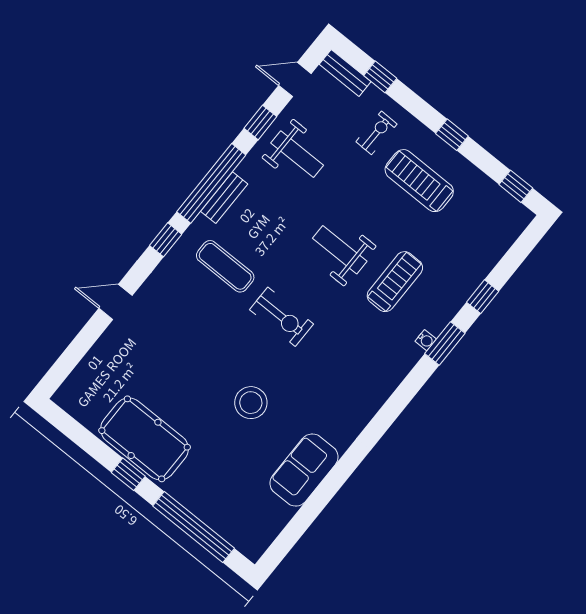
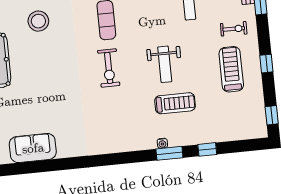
weight bench: (340, 250) -> (165, 64), turned 180
stool: (251, 403) -> (38, 21), moved
sofa: (304, 470) -> (33, 148), moved

